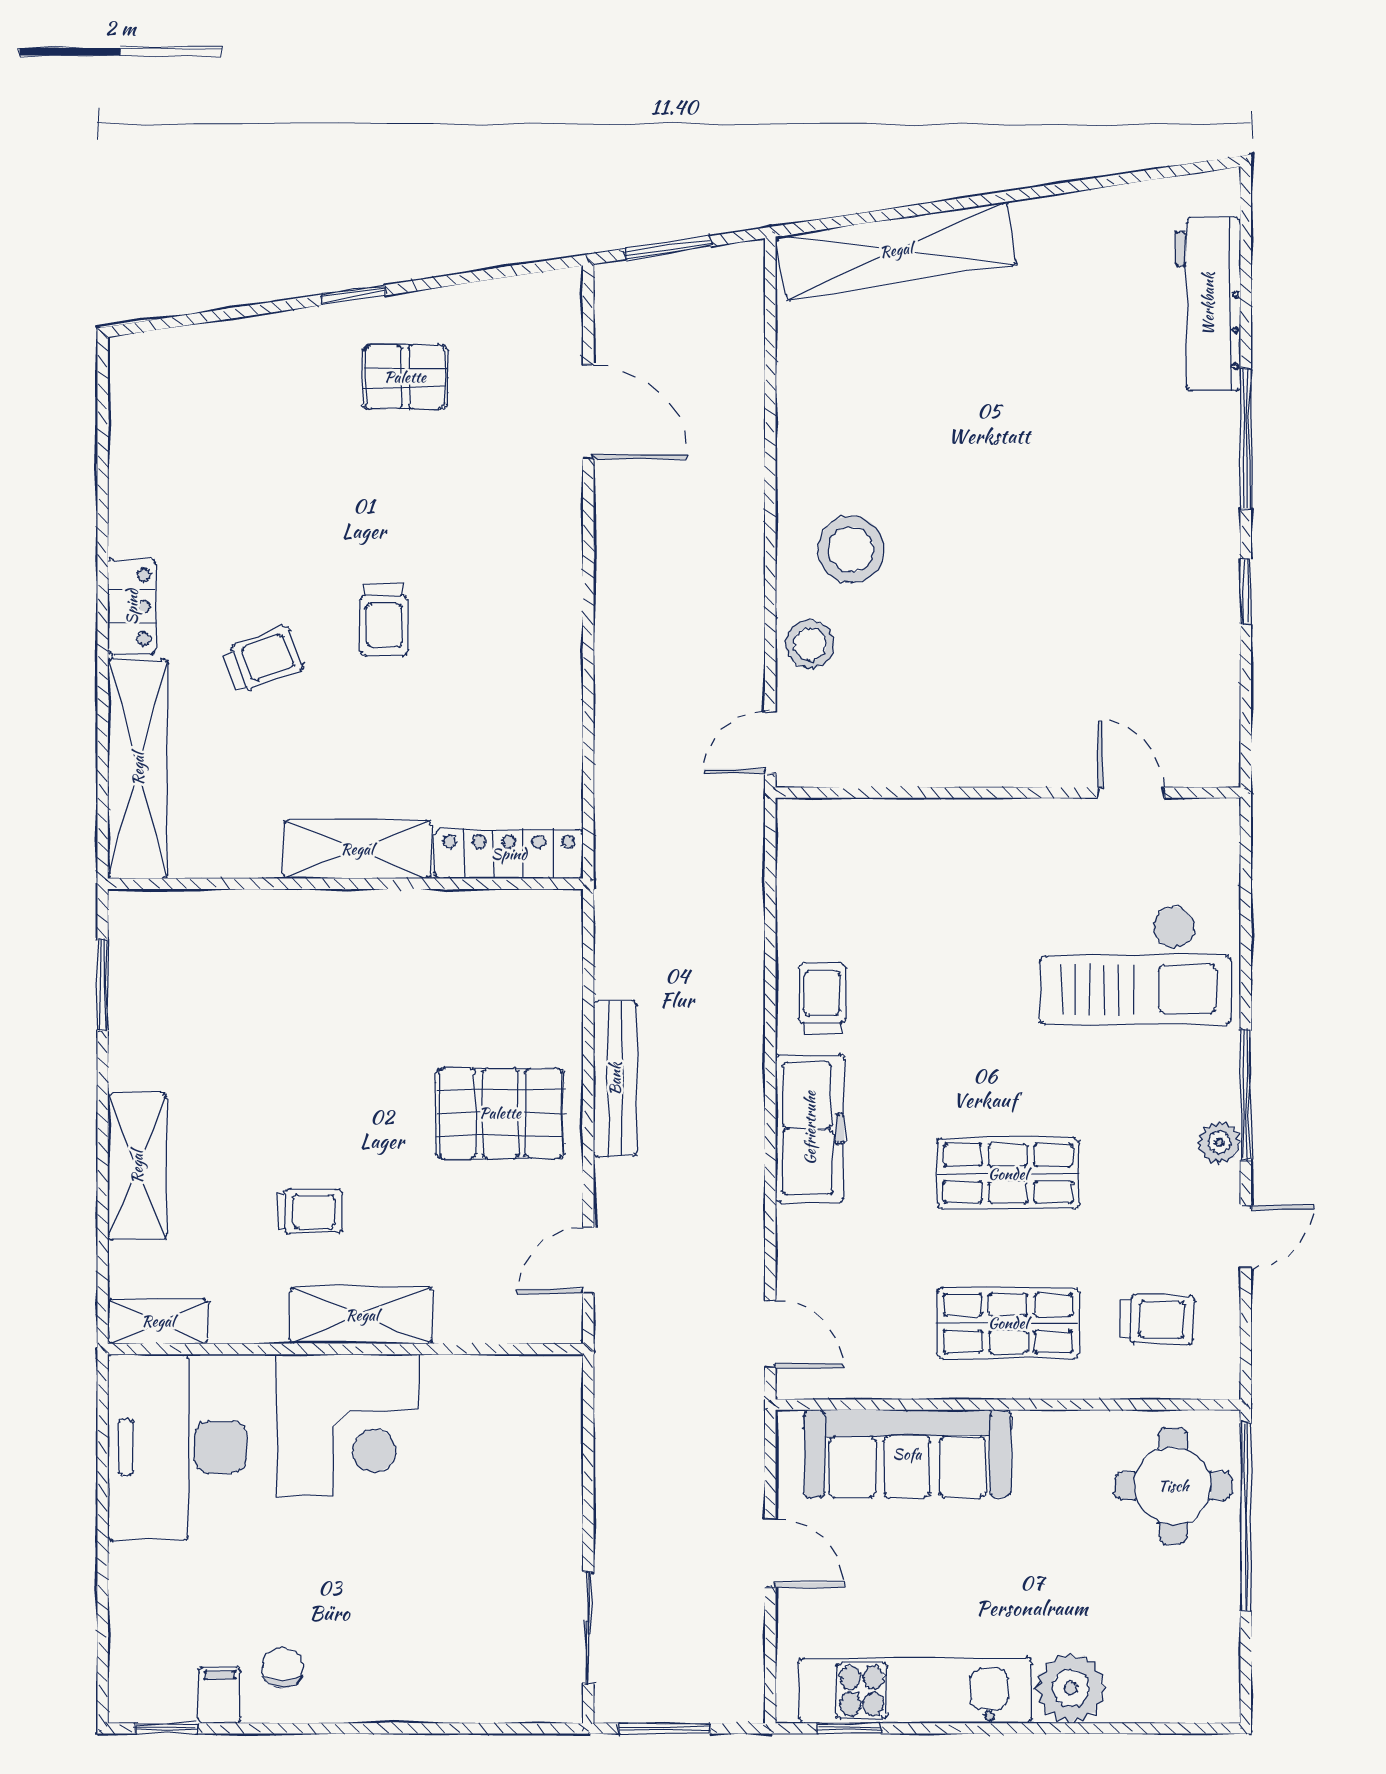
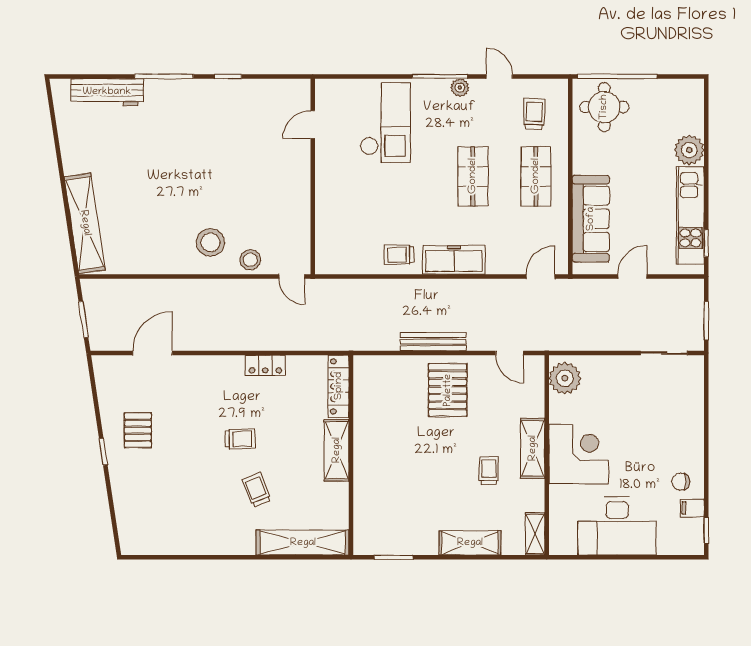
locker: (132, 607) -> (265, 365), moved, turned 180
plant: (528, 1392) -> (565, 378), added
desk: (177, 1447) -> (617, 526), moved

